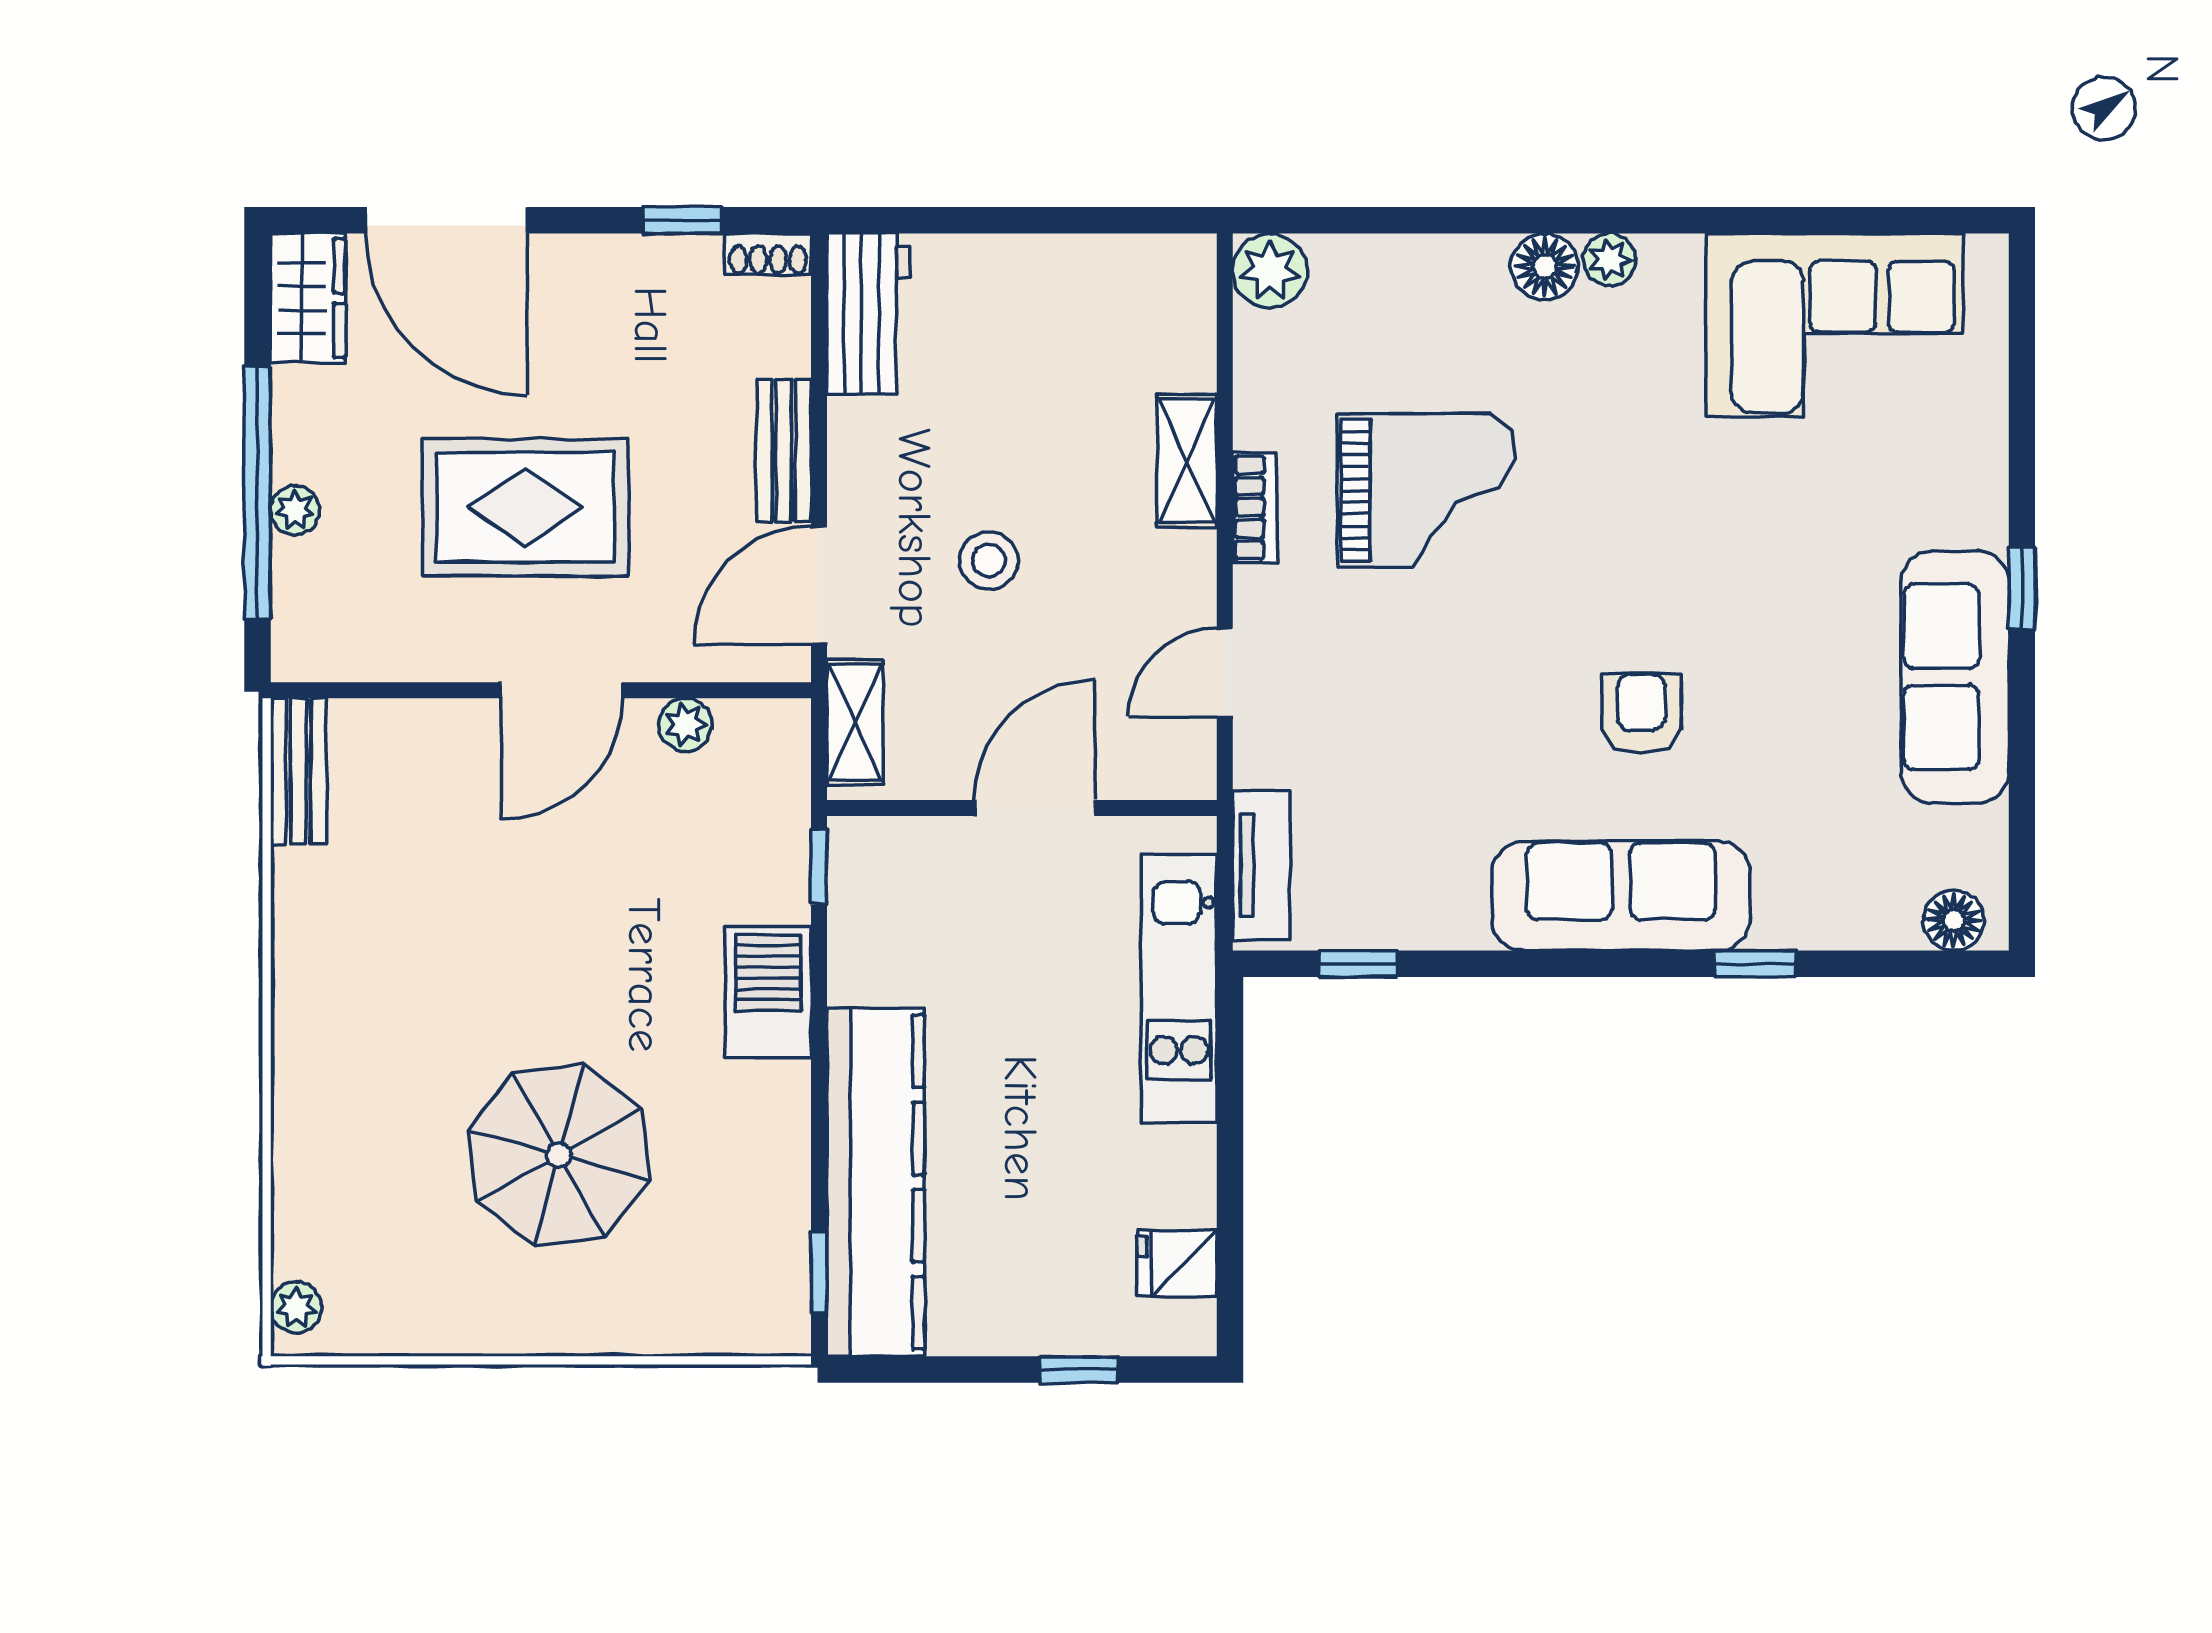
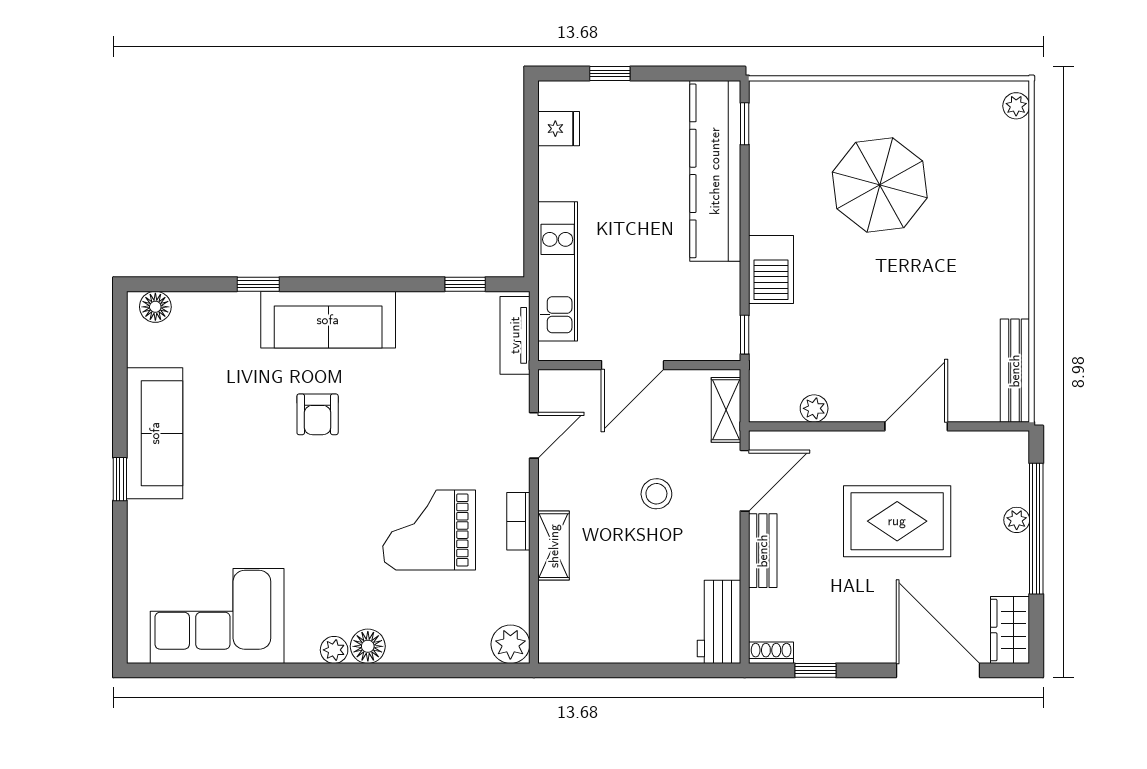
door: (562, 690) -> (916, 426), moved
bench: (298, 771) -> (1015, 371), width x1.36

